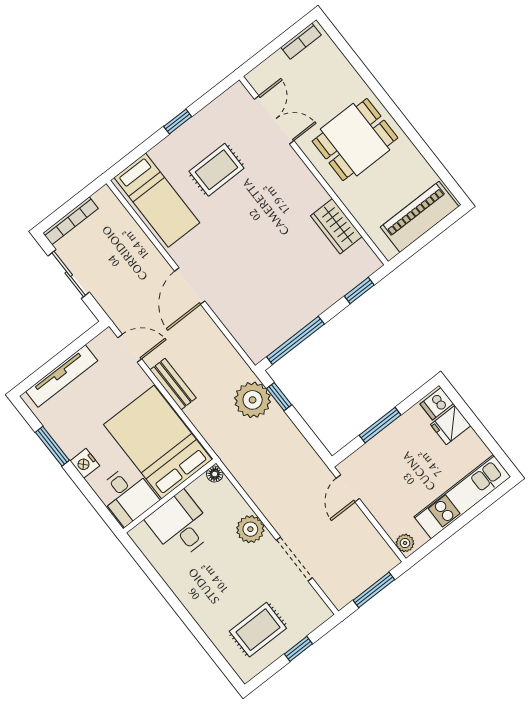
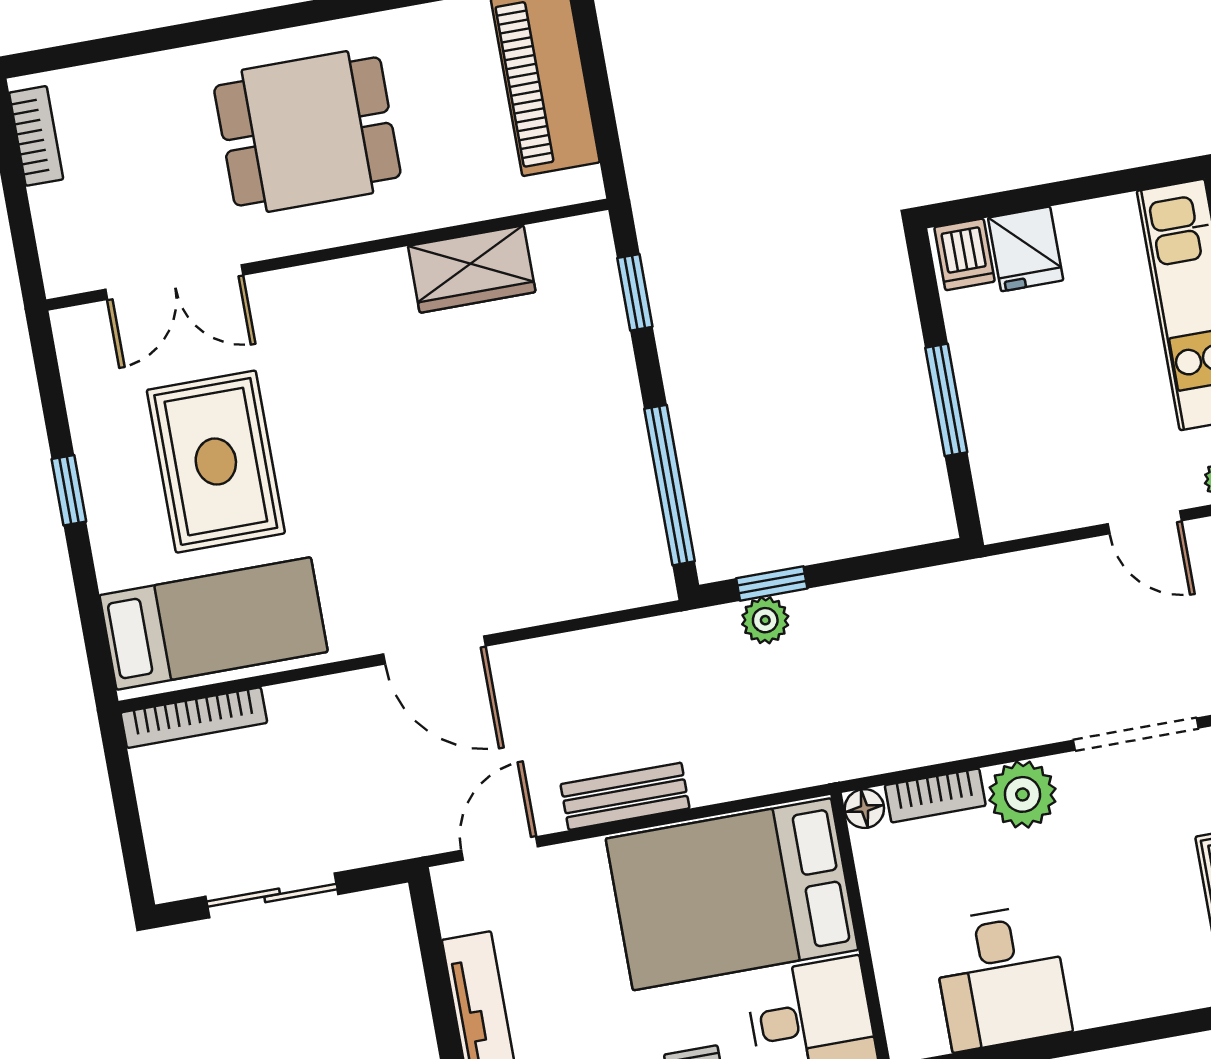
double door: (274, 120) -> (174, 282), swing flipped
dining table: (355, 140) -> (307, 131), turned 90
rug: (217, 170) -> (216, 462), width x1.36, depth x1.43
bookcase: (71, 221) -> (194, 718), moved, turned 90
plant: (253, 400) -> (765, 620), width x0.53, depth x0.53
door: (348, 488) -> (1145, 522), moved
bookcase: (233, 497) -> (935, 795), added
desk: (180, 525) -> (1001, 977), moved, turned -90

